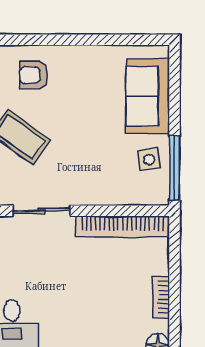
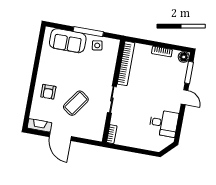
window: (174, 168) -> (88, 32), moved

